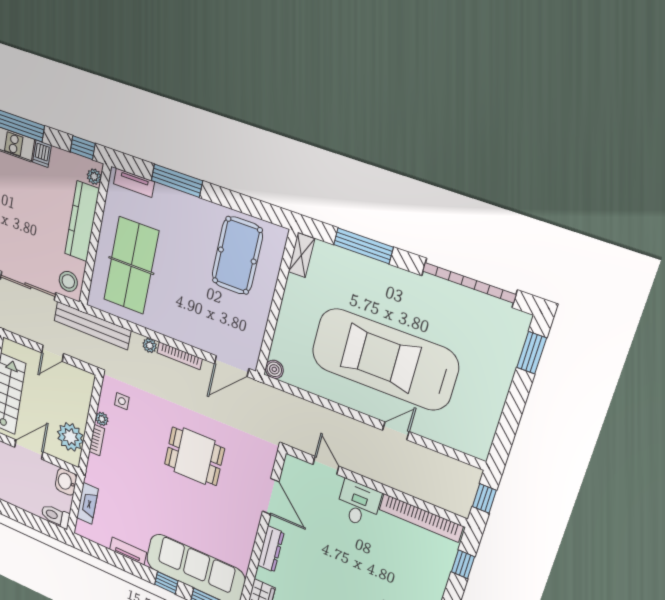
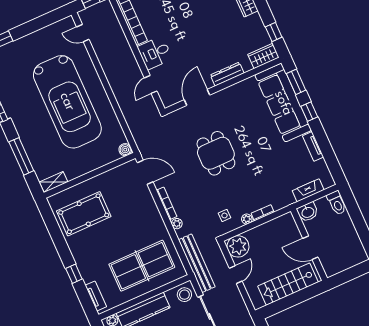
window: (177, 181) -> (74, 274), width x0.46
door: (53, 353) -> (236, 275), hinge flipped
door: (396, 431) -> (83, 33), moved
plant: (70, 437) -> (238, 246), moved

